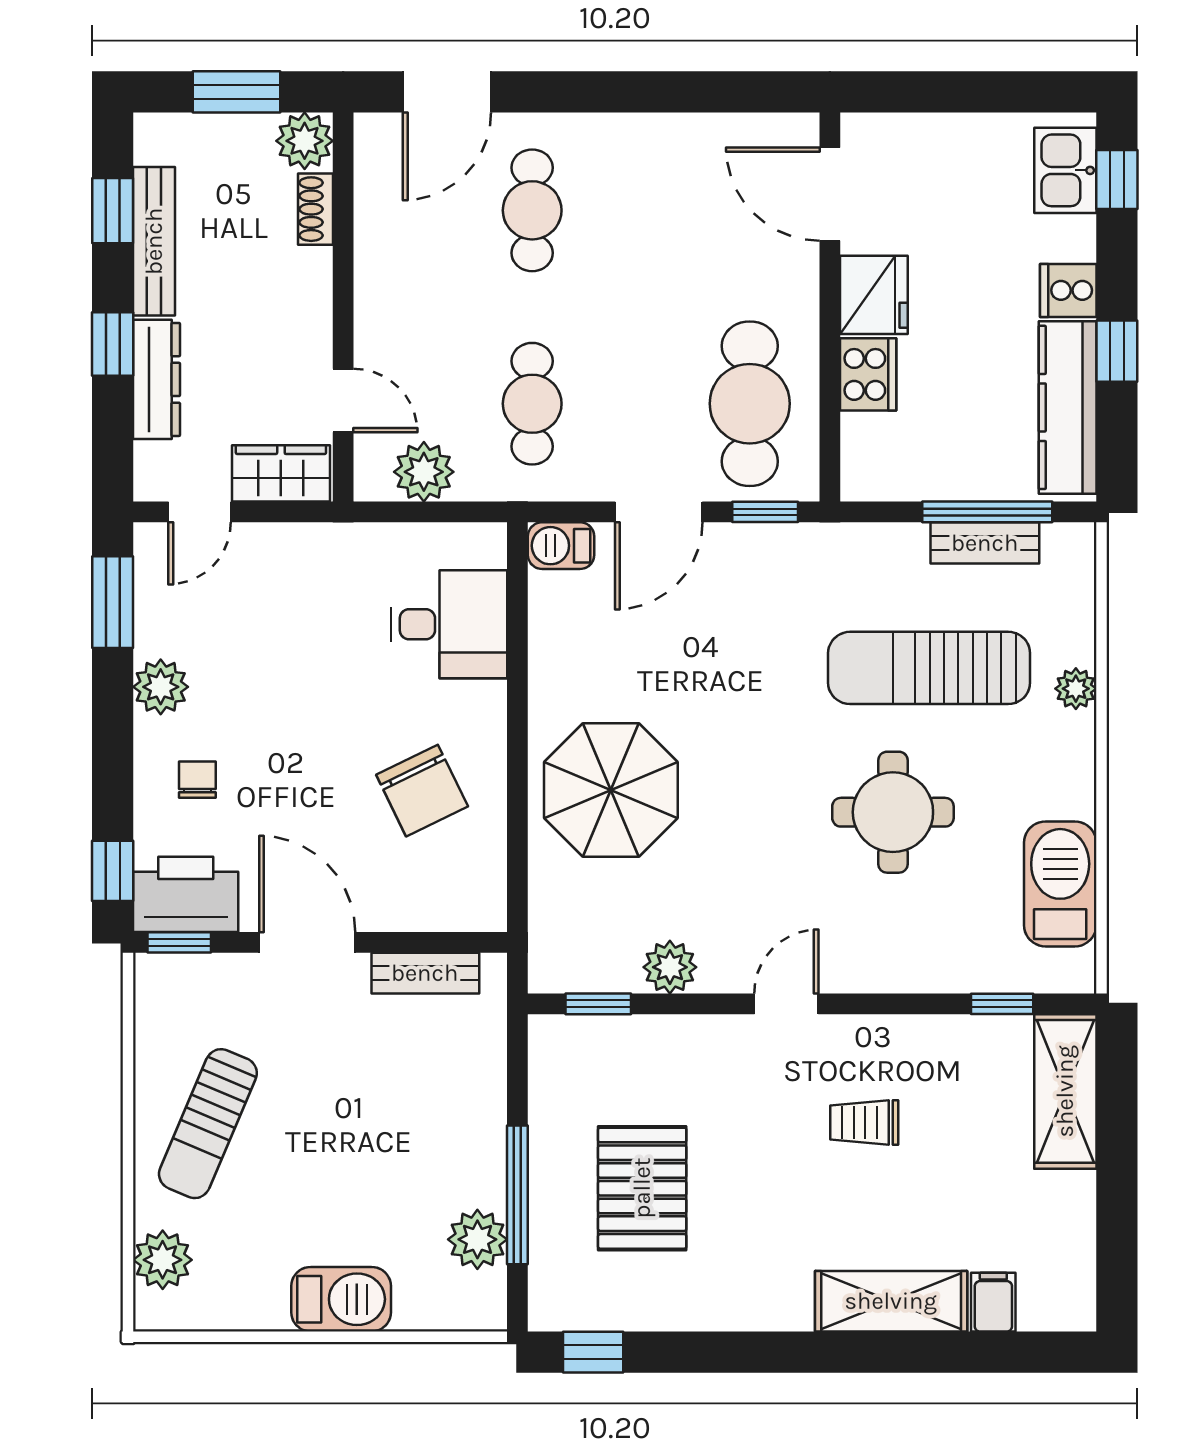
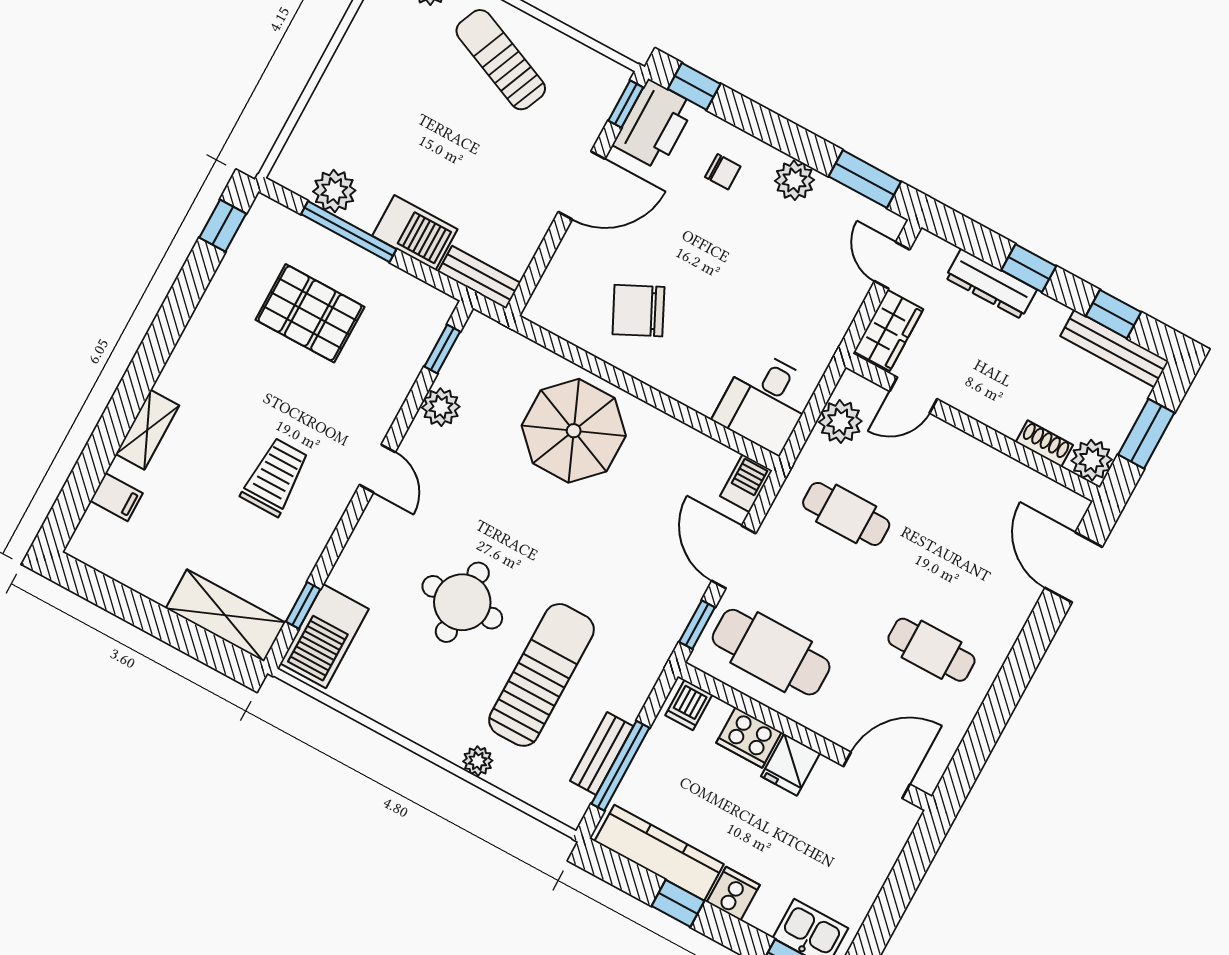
cafe table: (532, 210) -> (931, 650), moved
bench: (154, 241) -> (1114, 349), moved
fridge: (874, 295) -> (791, 765), width x0.72
dishwasher: (868, 469) -> (689, 705), added
desk: (449, 624) -> (765, 402), moved
barbecue: (1060, 884) -> (324, 636), moved, turned 90
bench: (425, 973) -> (479, 277), moved, turned 90
trolley: (864, 1123) -> (275, 477), width x1.36, depth x1.39
barbecue: (341, 1299) -> (415, 233), moved, turned -90
shelving: (891, 1301) -> (147, 430), width x0.67, depth x0.75

